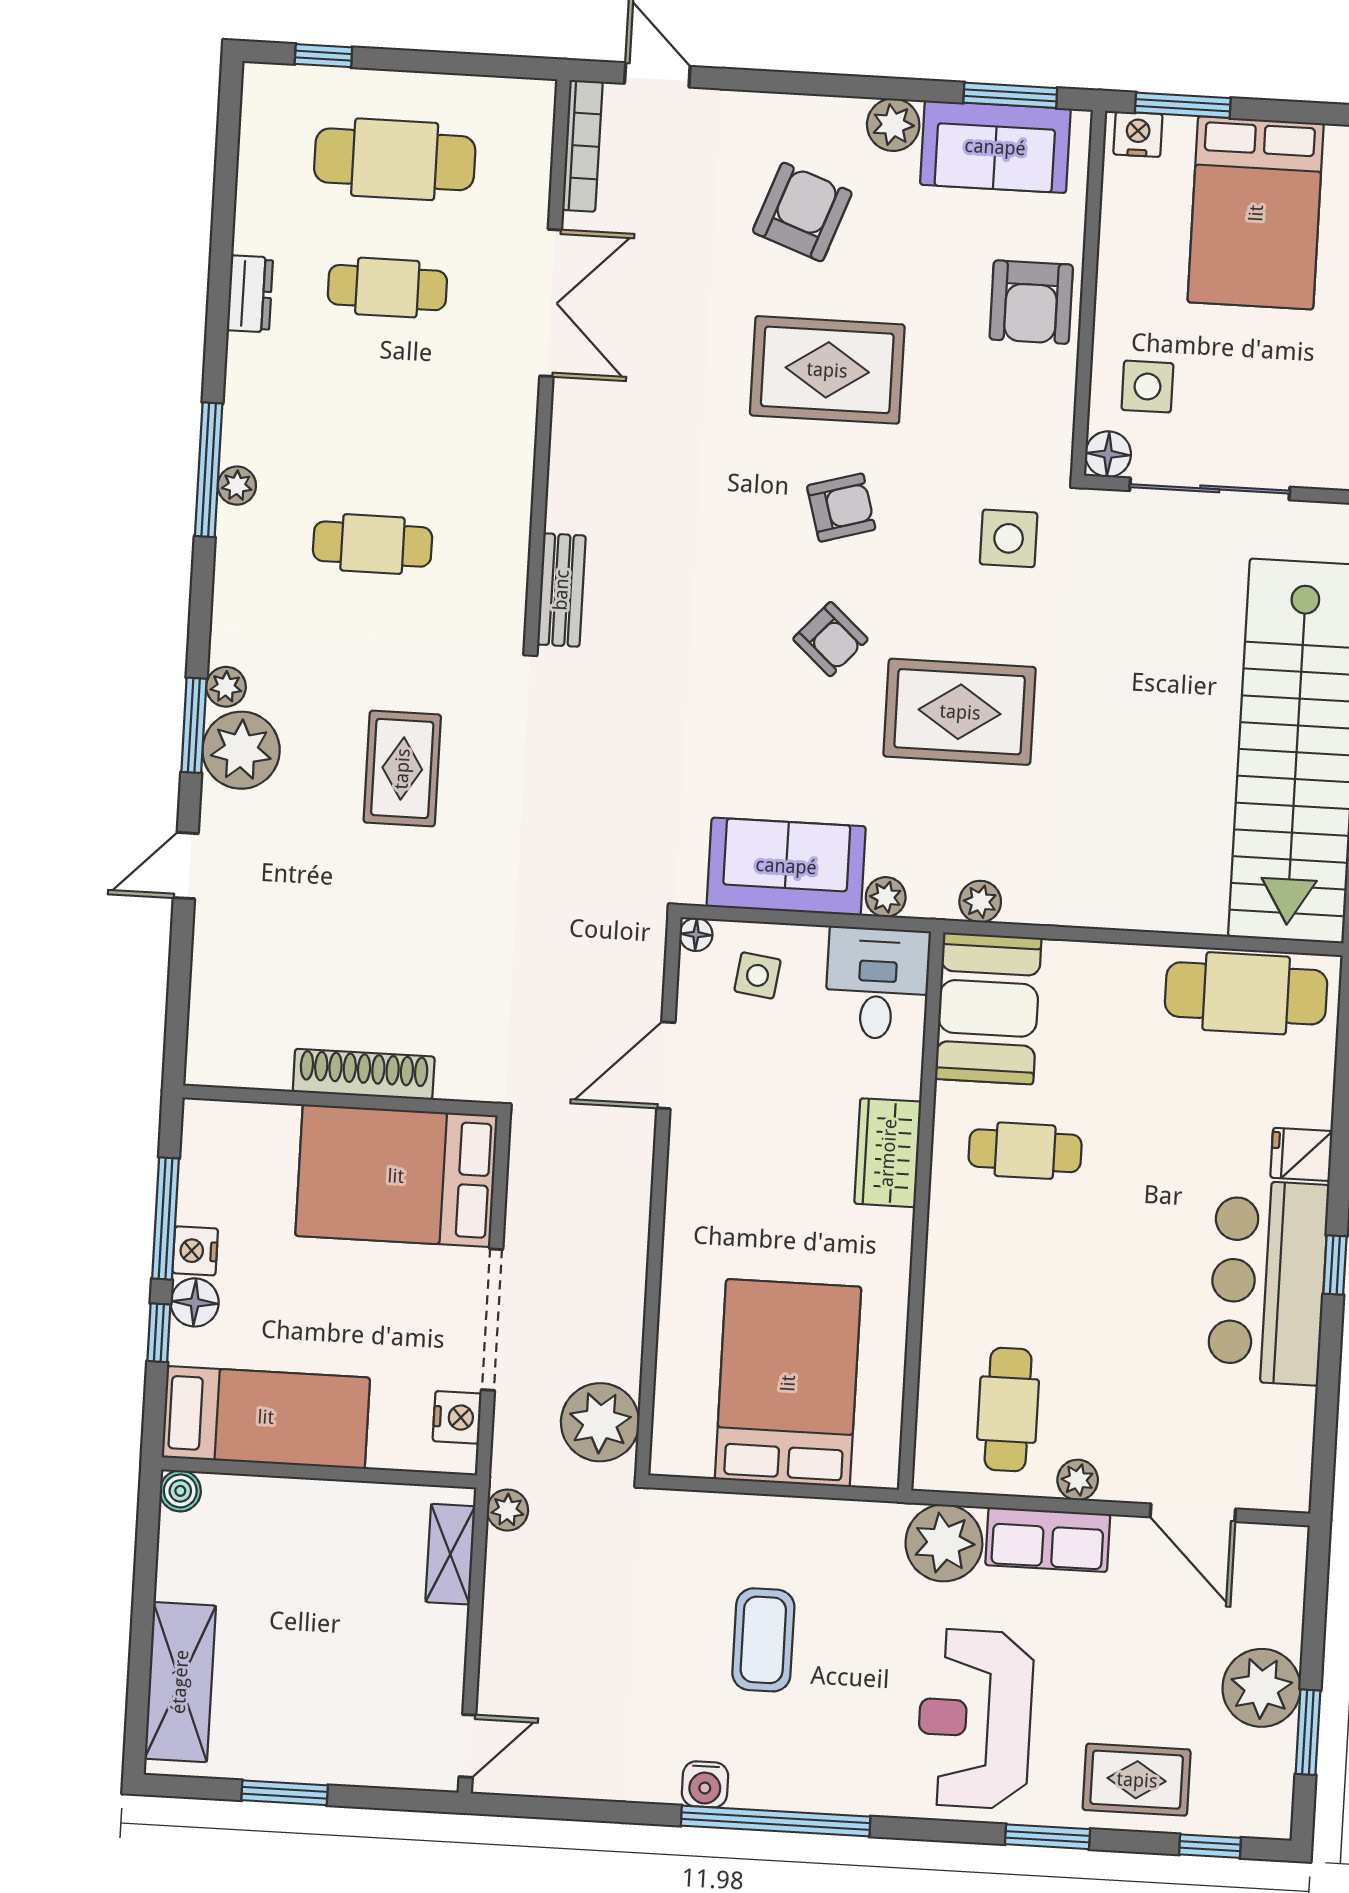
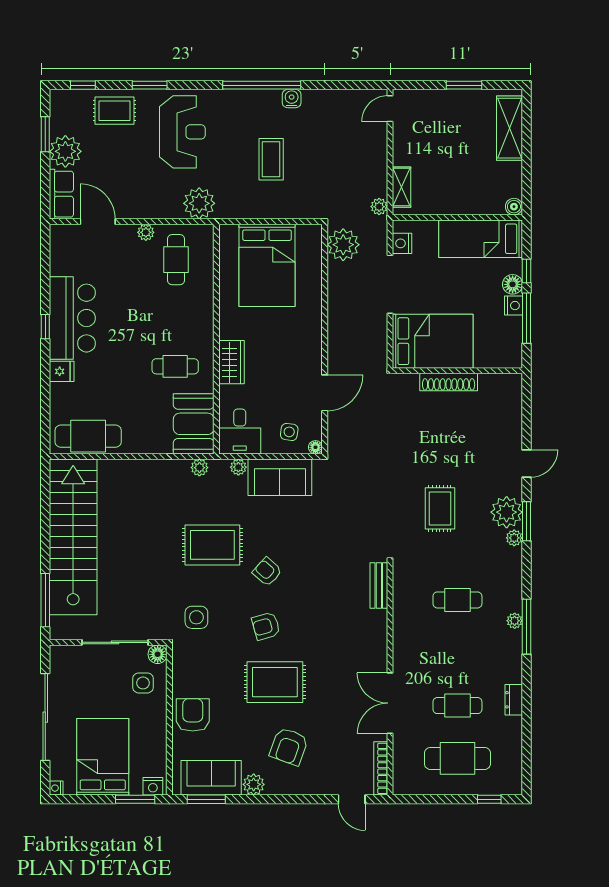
row of seats: (1048, 1540) -> (61, 194), moved, turned 90

